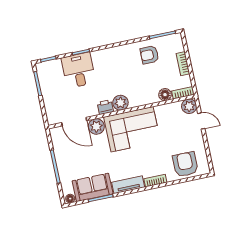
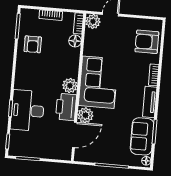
desk: (79, 70) -> (28, 111), width x1.37
printer: (105, 107) -> (66, 107), width x1.87, depth x1.48

